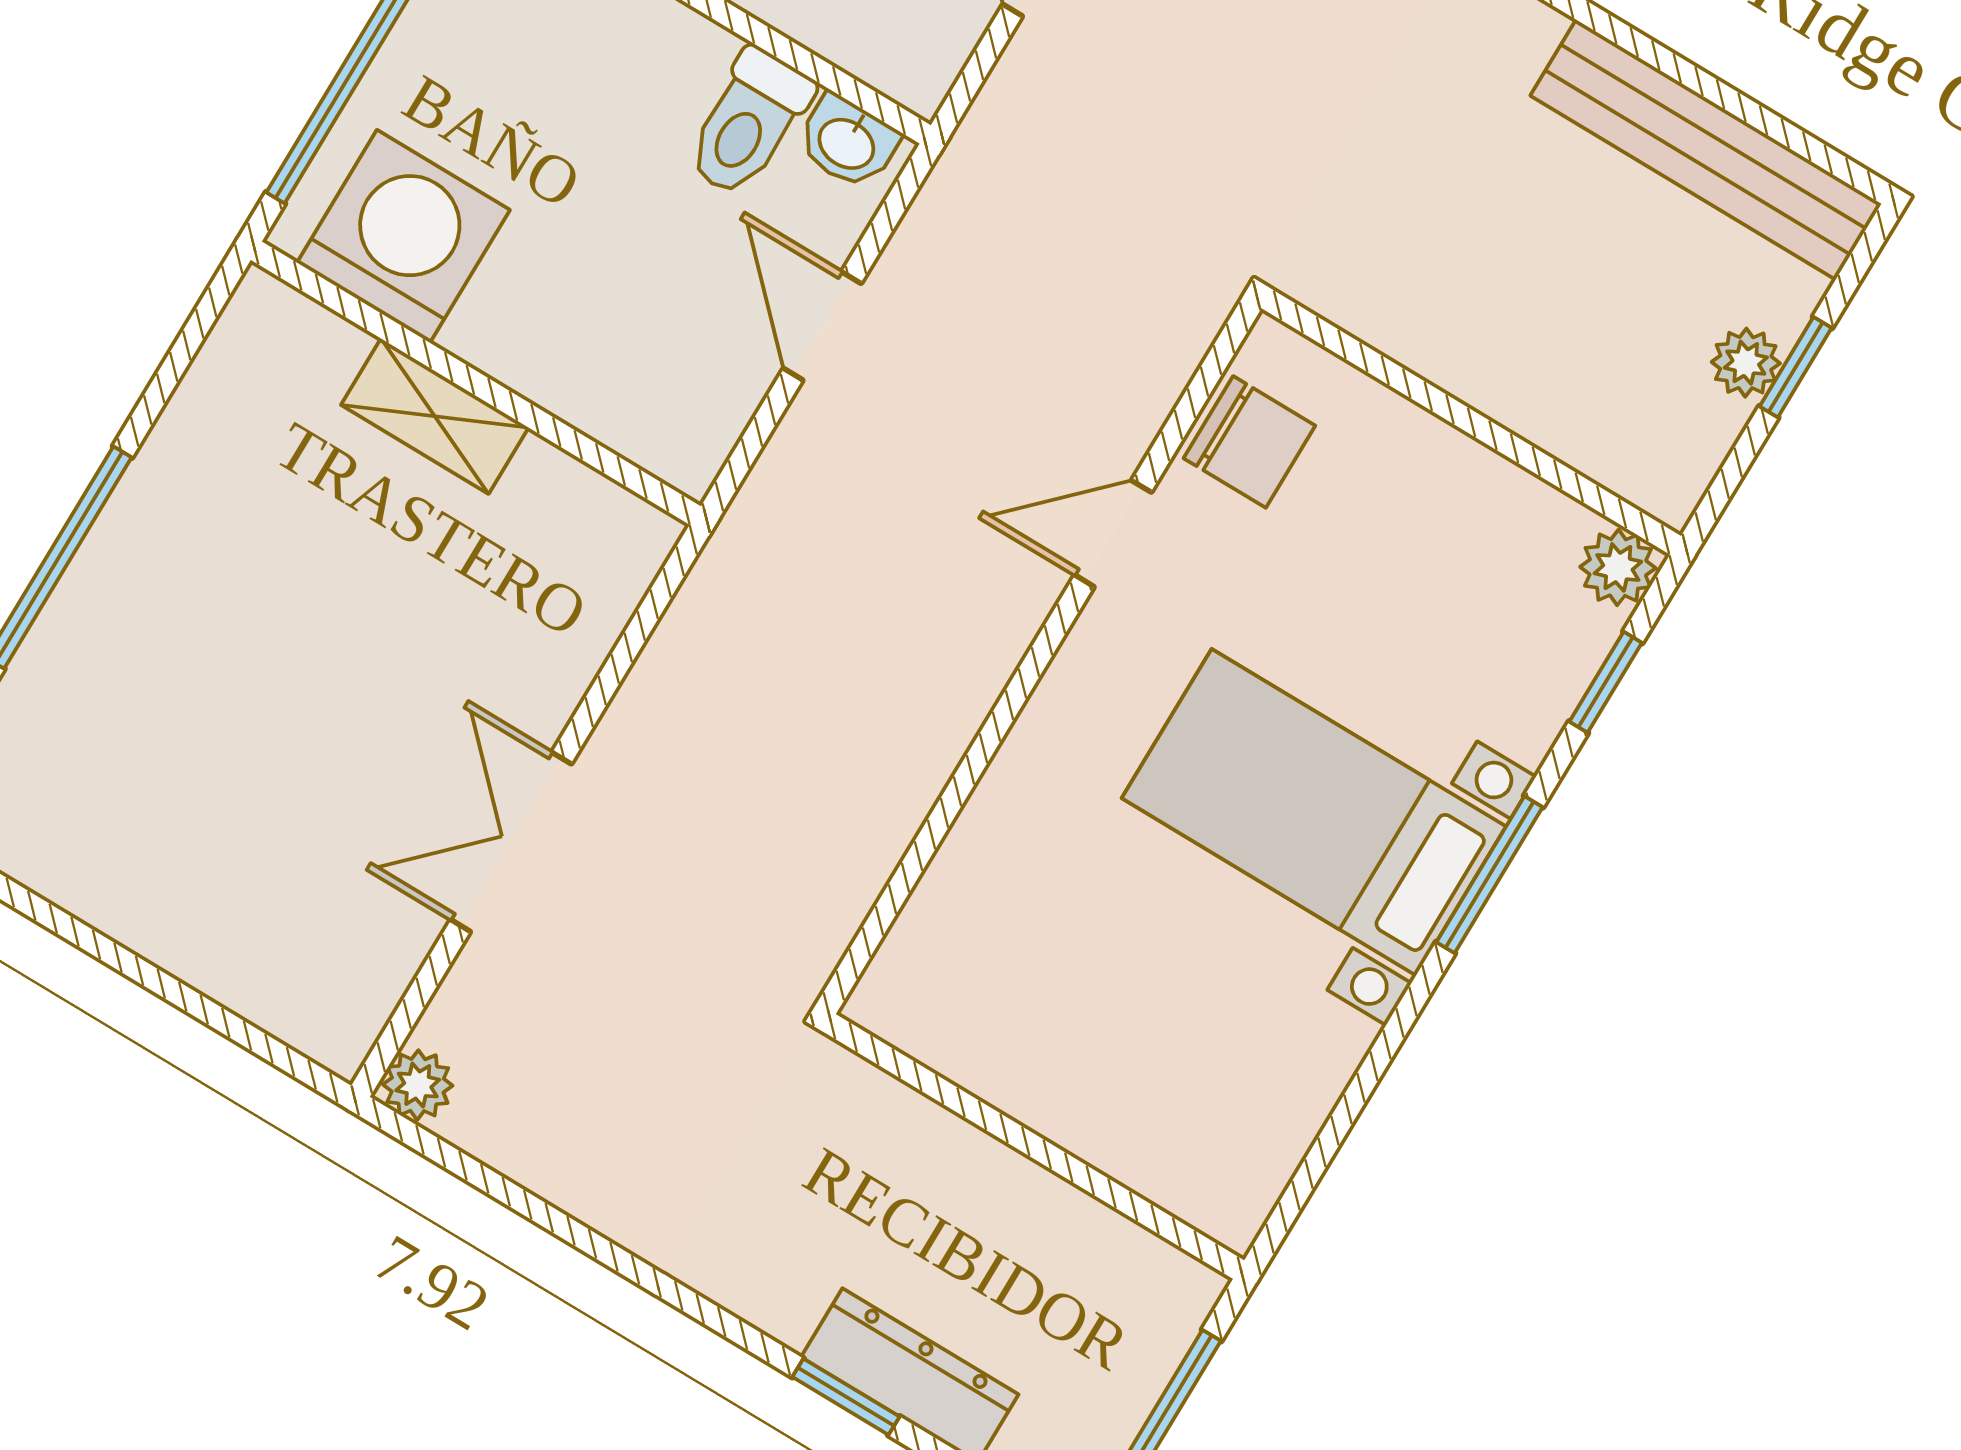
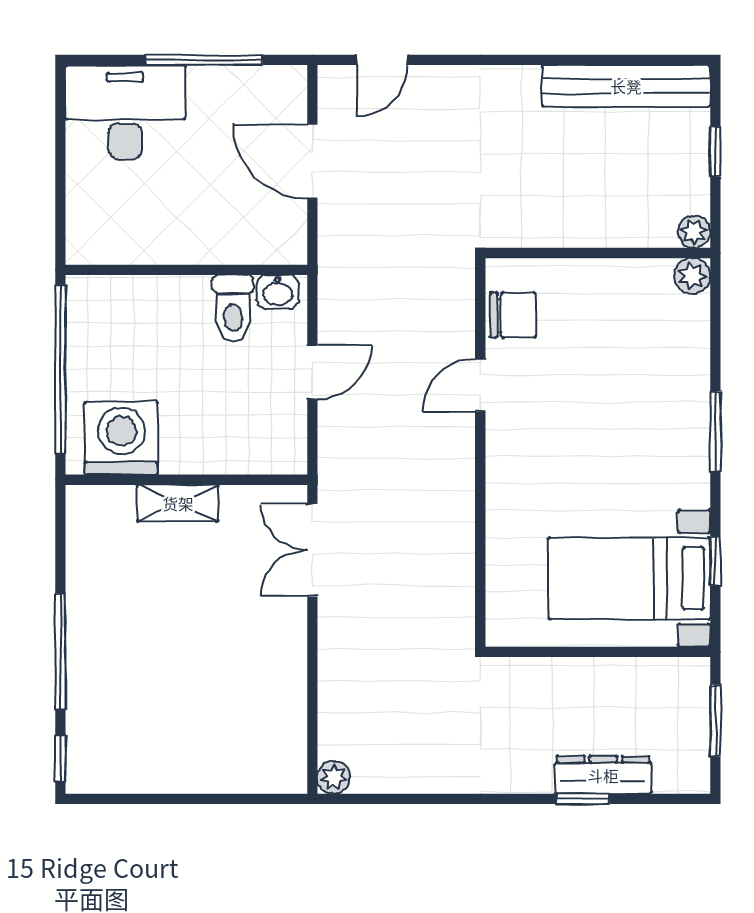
door: (822, 326) -> (312, 372), swing flipped
plant: (1746, 363) -> (694, 232), moved
window: (1606, 682) -> (715, 561), moved
bed with nightstands: (1314, 812) -> (629, 578), moved
double door: (511, 842) -> (312, 550), moved

